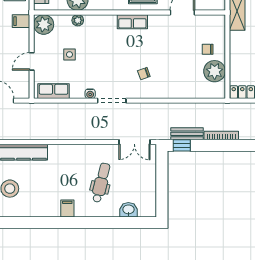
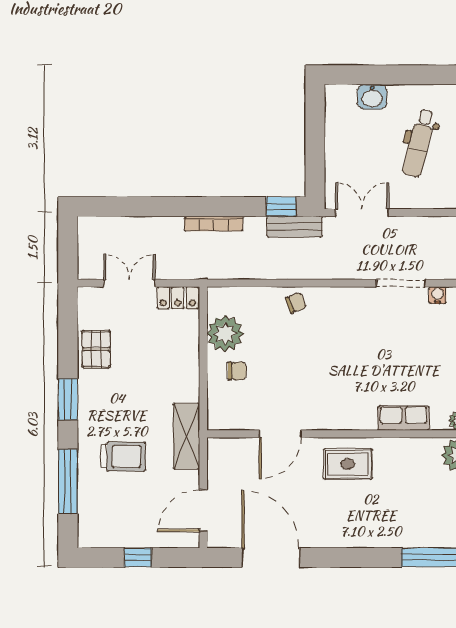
row of seats: (132, 22) -> (404, 418), moved
chair: (144, 74) -> (296, 303), moved
bench: (187, 134) -> (295, 227), moved

